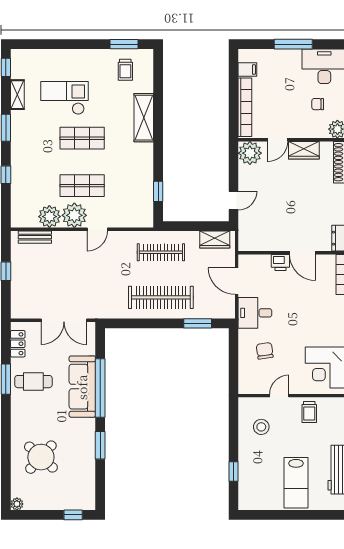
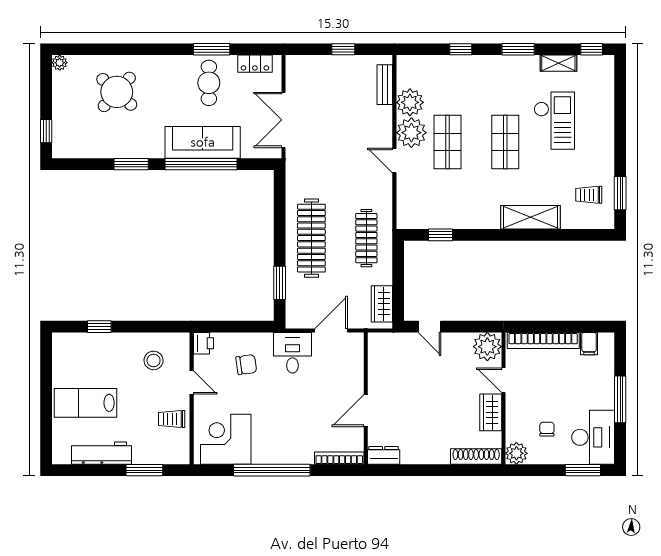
printer: (280, 263) -> (203, 343), moved, turned 180

